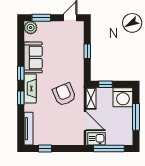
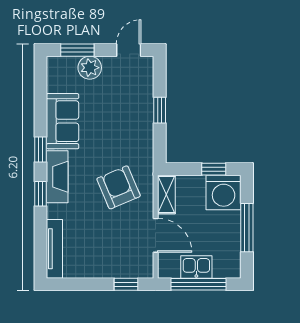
plant: (31, 28) -> (90, 68), moved
window: (105, 84) -> (214, 169), moved
kitchen sink: (97, 139) -> (196, 267), moved
window: (45, 148) -> (126, 284), moved

